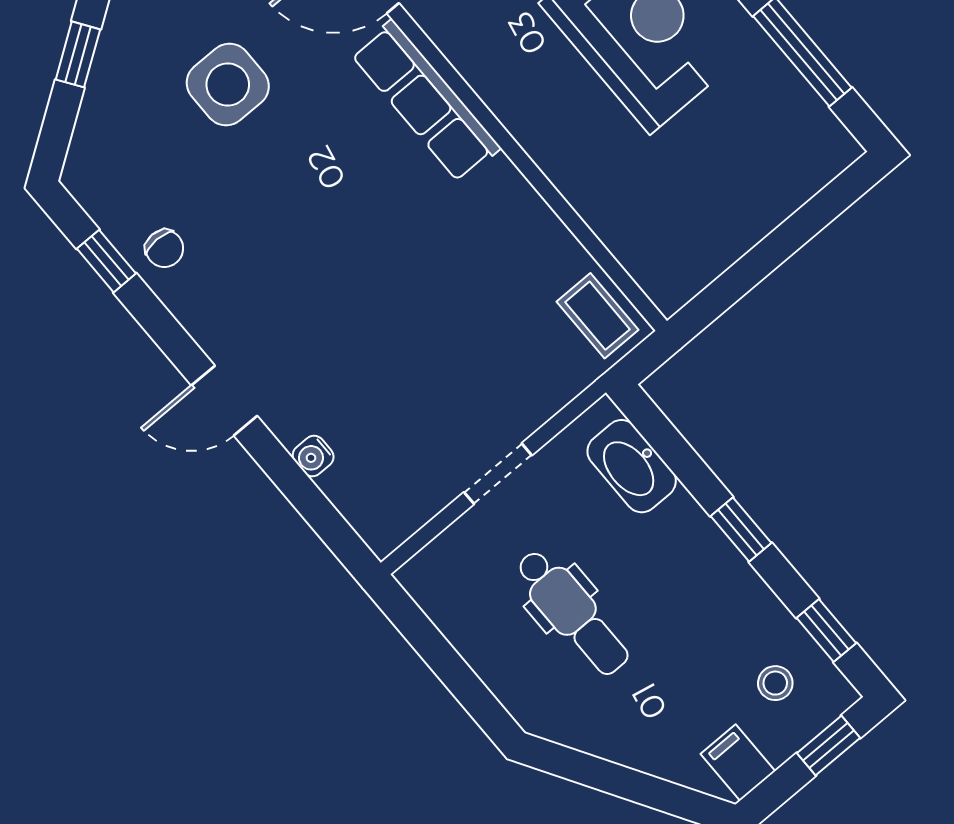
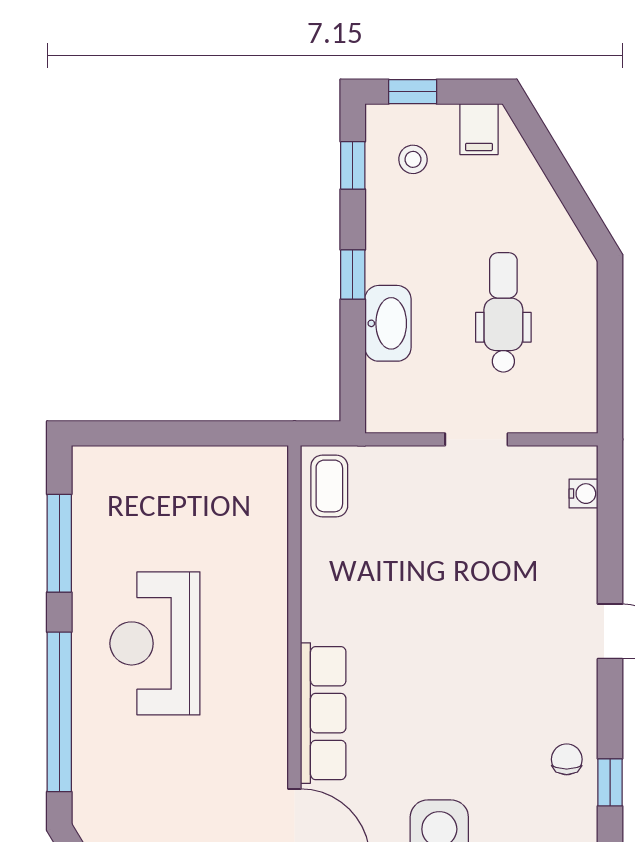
water cooler: (313, 456) -> (584, 494), moved
washbasin: (632, 466) -> (388, 323), moved

